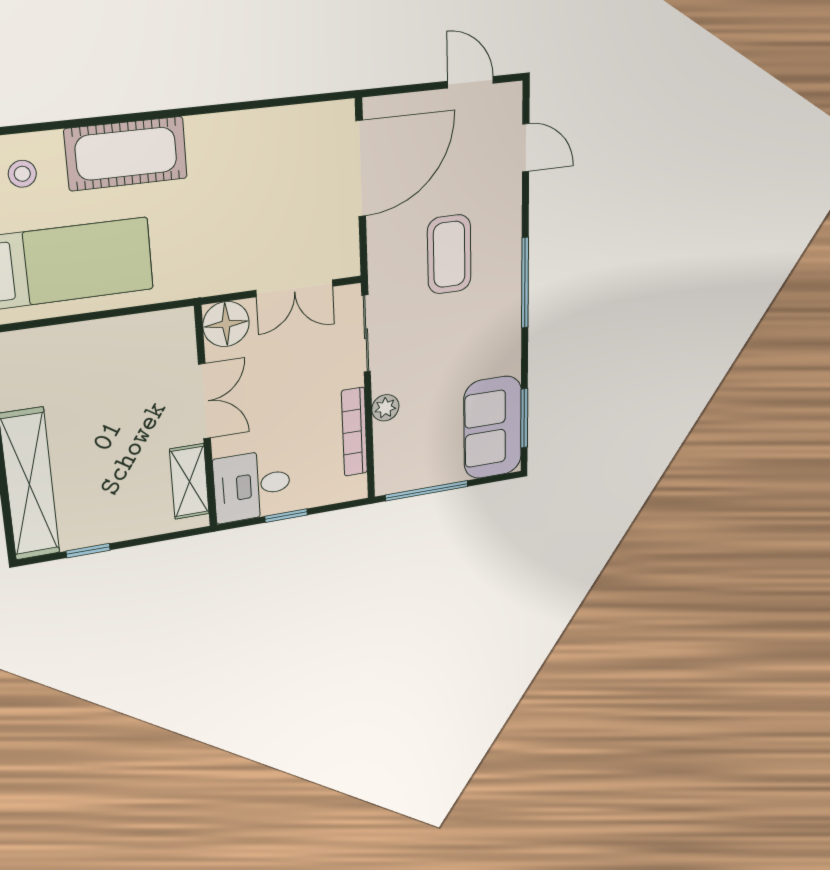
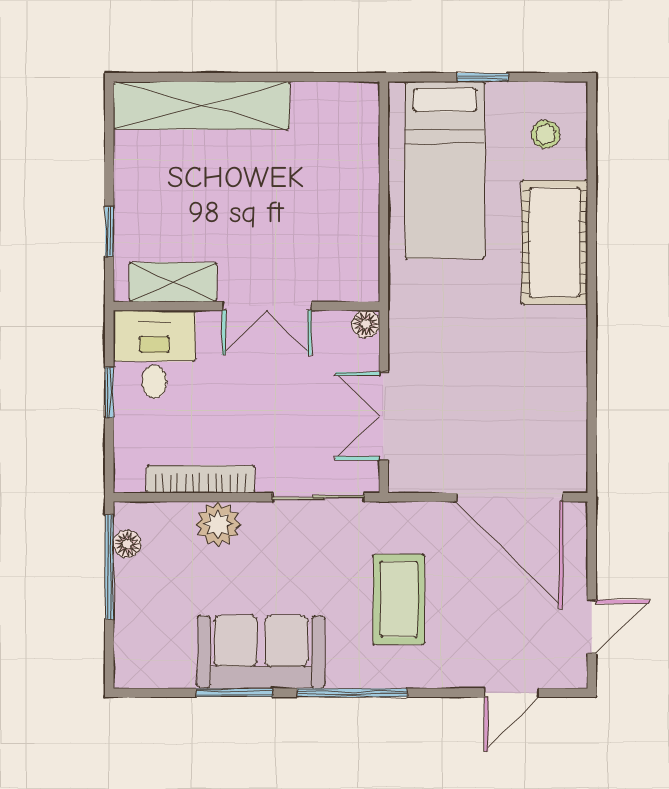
coffee table: (449, 254) -> (399, 599), turned 90
floor lamp: (226, 324) -> (366, 324), width x0.53, depth x0.53
plant: (385, 408) -> (218, 524), width x1.38, depth x1.38
window: (524, 418) -> (234, 693), moved
sofa: (493, 428) -> (261, 652), moved
floor lamp: (408, 480) -> (127, 544), added
window: (88, 551) -> (109, 232), moved

